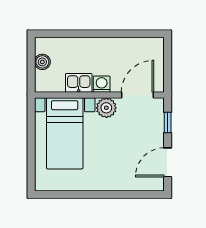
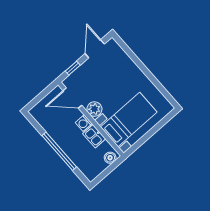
window: (95, 34) -> (59, 151), added
boiler: (42, 62) -> (110, 158), moved
door: (168, 162) -> (95, 49), swing flipped

